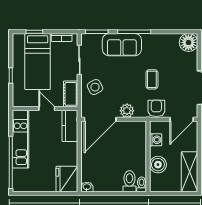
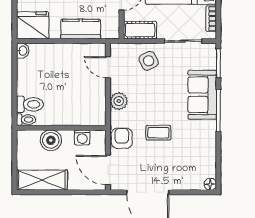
floor lamp: (188, 42) -> (210, 184), width x0.53, depth x0.53
armchair: (156, 108) -> (122, 138), turned -90
door: (100, 119) -> (108, 67), width x0.53
kitchen counter: (70, 126) -> (81, 29), moved

